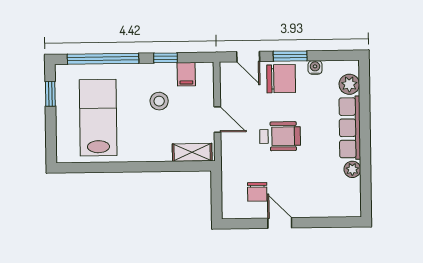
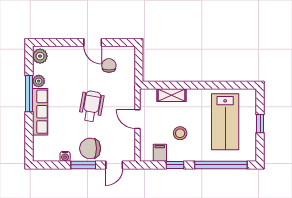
door: (248, 57) -> (114, 165), swing flipped
plant: (349, 84) -> (40, 56), moved
window: (50, 94) -> (260, 124), moved
wheelchair: (280, 136) -> (91, 106), turned 100
shelving: (192, 152) -> (172, 95), moved
window: (365, 152) -> (29, 94), added

